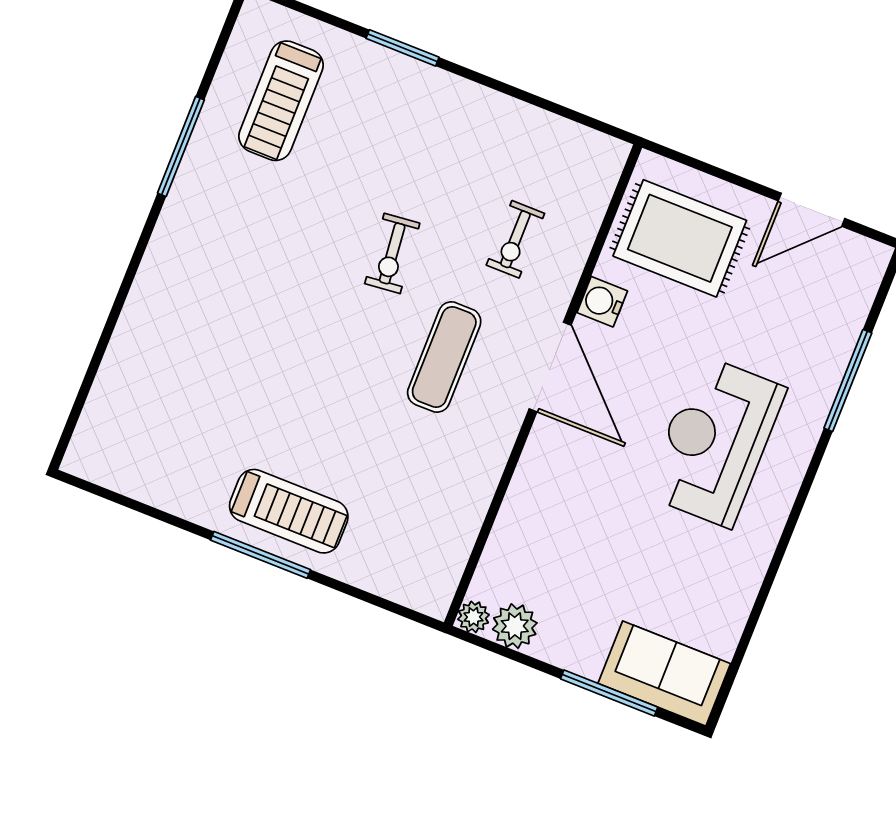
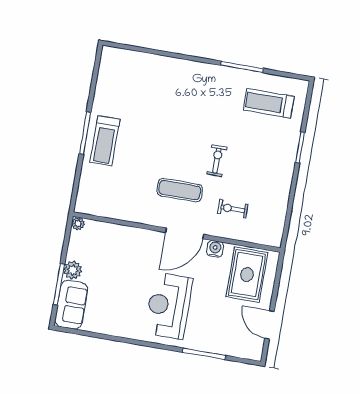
exercise bike: (392, 253) -> (217, 161), turned 96
reception desk: (715, 441) -> (169, 306), turned -90
plant: (515, 626) -> (73, 270), moved

